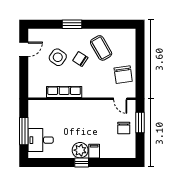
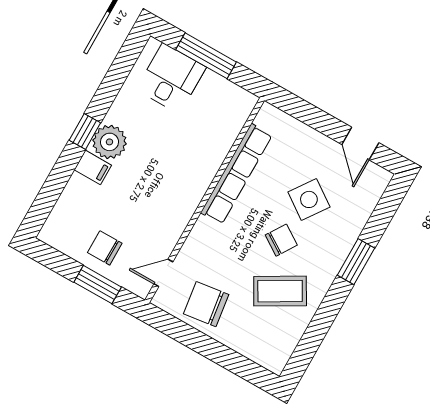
row of seats: (64, 92) -> (236, 174), width x1.36

